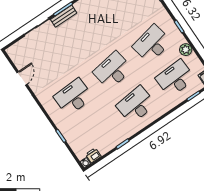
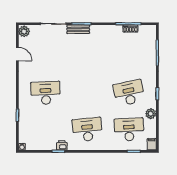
plant: (14, 53) -> (24, 31), added
desk: (113, 70) -> (87, 93), removed
door: (22, 78) -> (17, 54), hinge flipped
printer: (93, 155) -> (62, 145), moved

